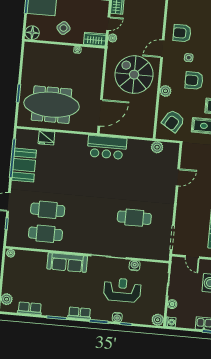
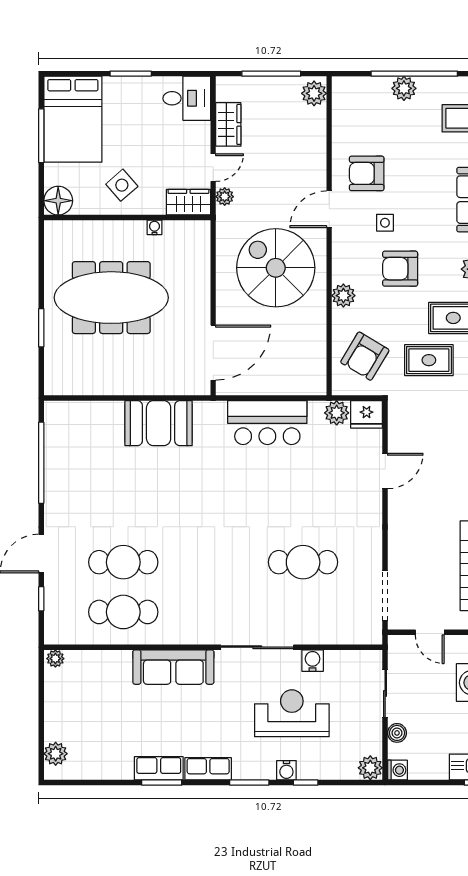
meeting table: (52, 105) -> (111, 298), moved
fridge: (46, 138) -> (367, 414), moved
bar counter: (107, 147) -> (267, 423), moved
booth: (24, 165) -> (159, 423), moved, turned 90
row of seats: (30, 308) -> (159, 768), moved

